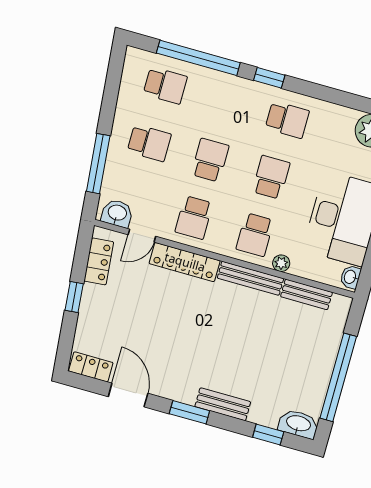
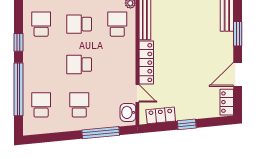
school desk: (194, 218) -> (117, 65), removed
school desk: (255, 235) -> (117, 24), turned -90

